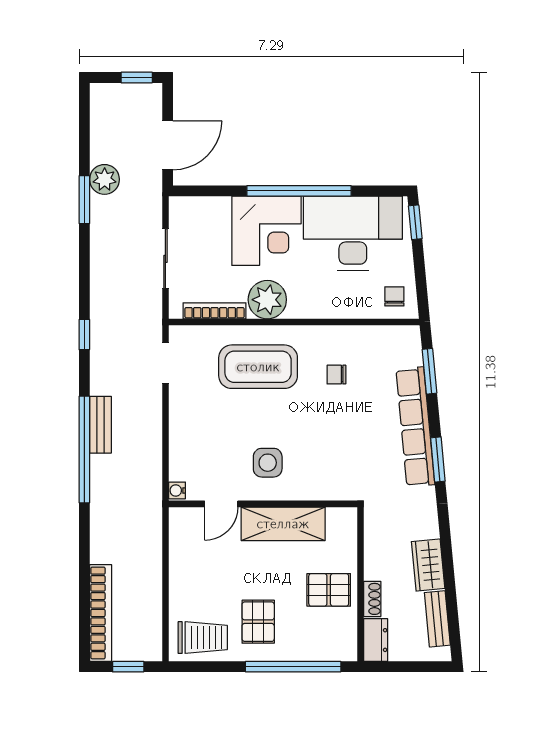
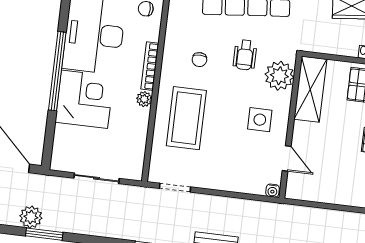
plant: (267, 300) -> (144, 99), width x0.53, depth x0.53
bookcase: (215, 311) -> (150, 66), moved
wheelchair: (350, 433) -> (245, 55), added
plant: (328, 481) -> (279, 76), added
shelving: (283, 524) -> (310, 89), moved

